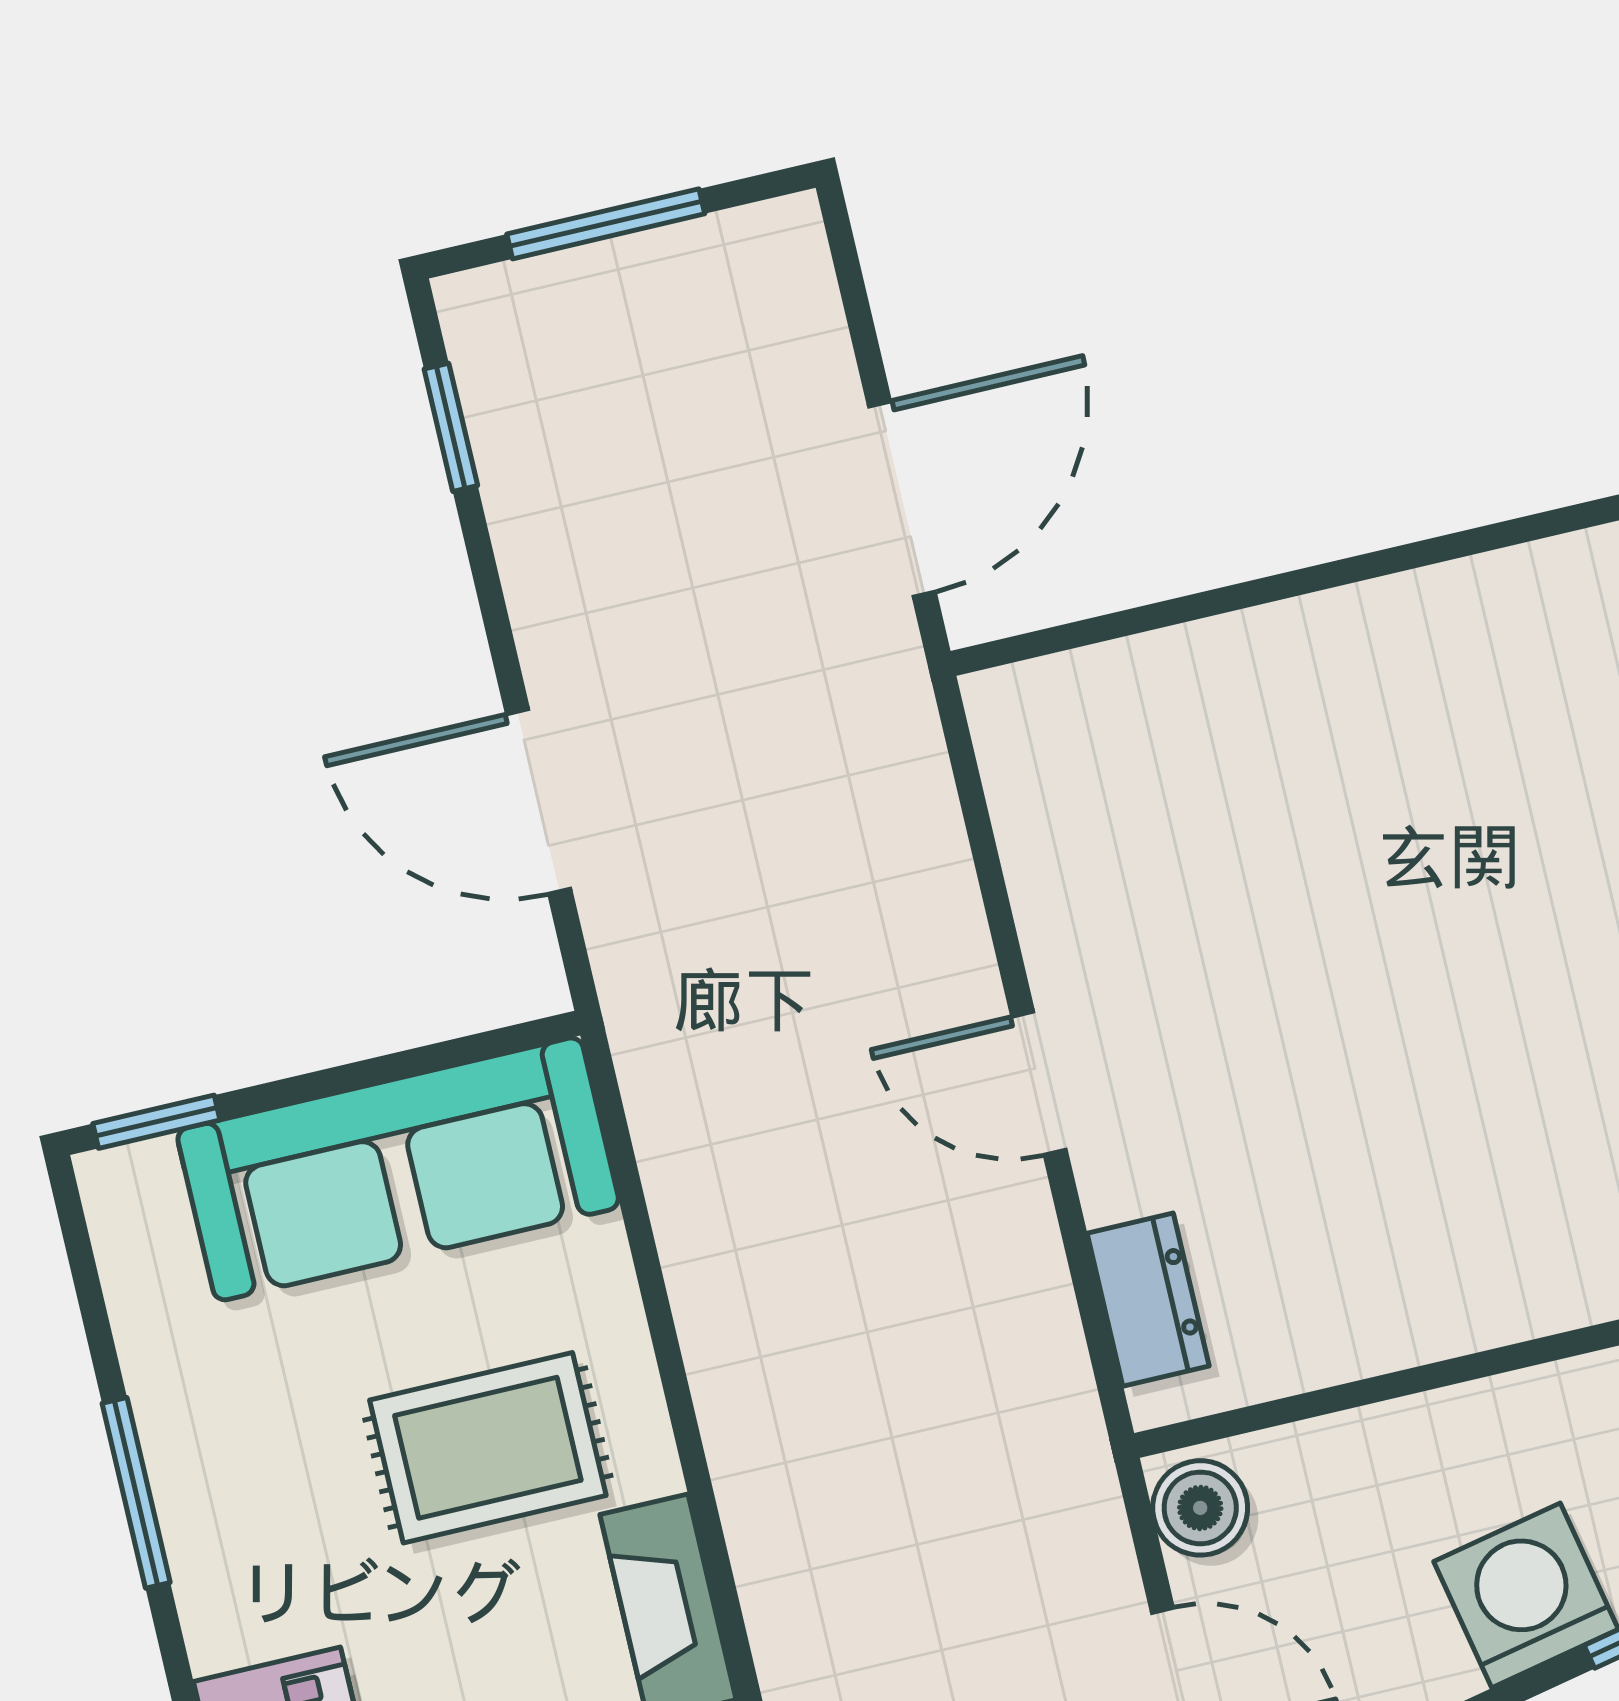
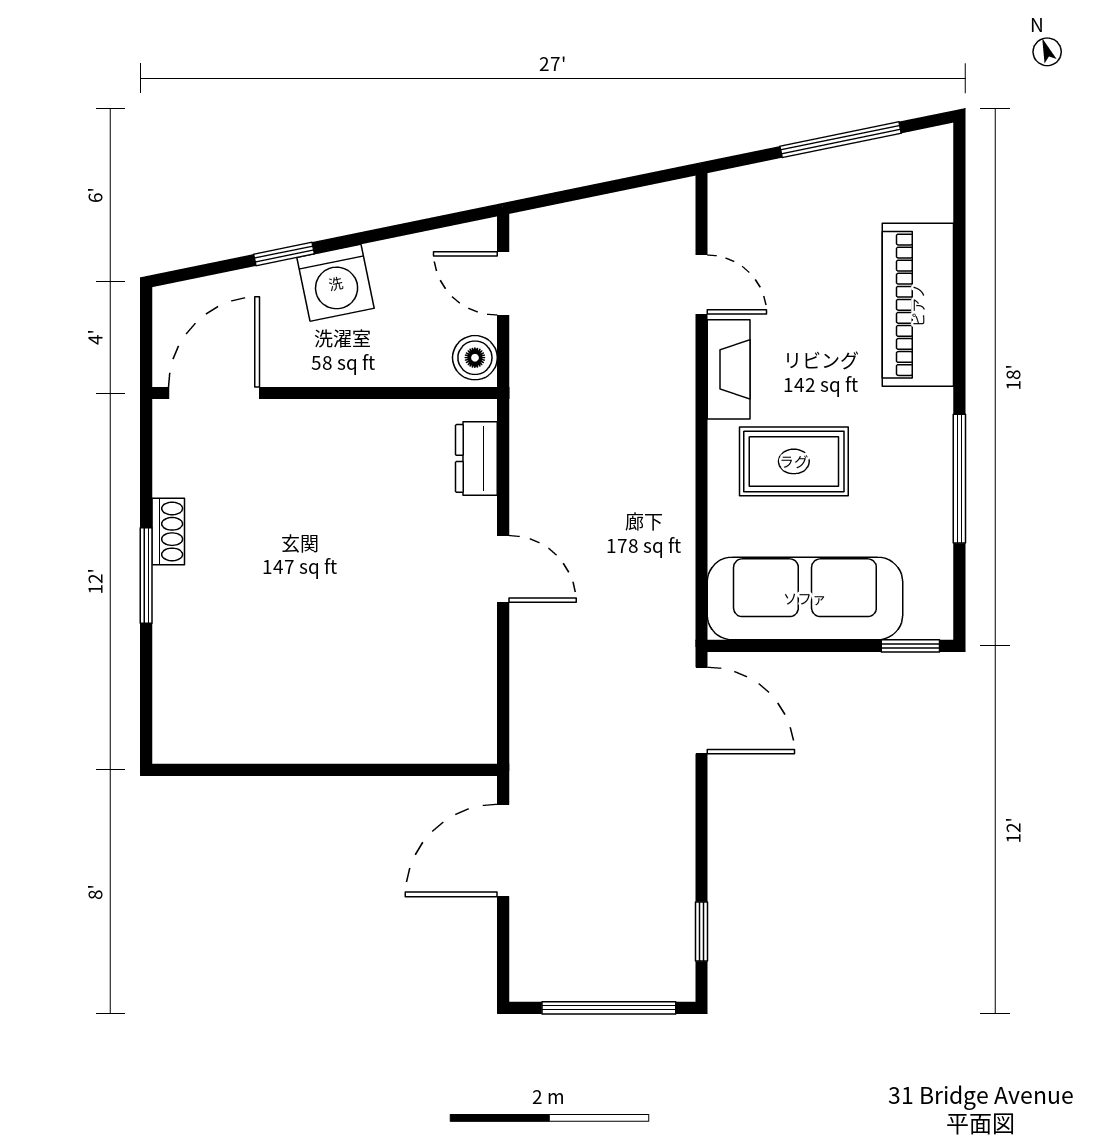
window: (606, 224) -> (609, 1008), width x1.44
door: (539, 802) -> (701, 710), moved
window: (136, 1493) -> (959, 479), width x1.44

